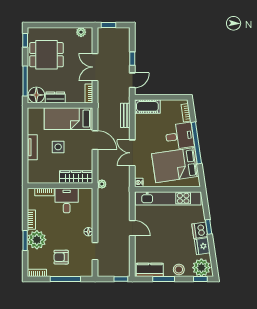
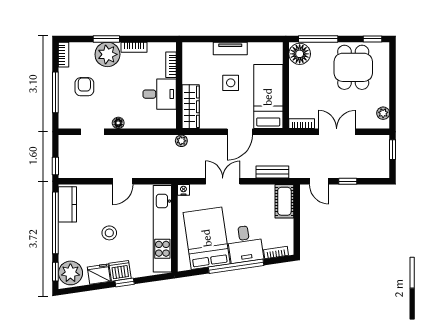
dresser: (55, 97) -> (296, 79), removed
stool: (179, 269) -> (109, 233), moved
window: (164, 279) -> (55, 223), width x2.11

